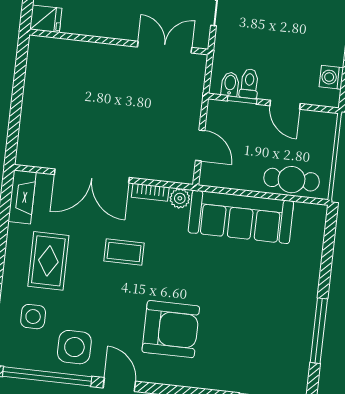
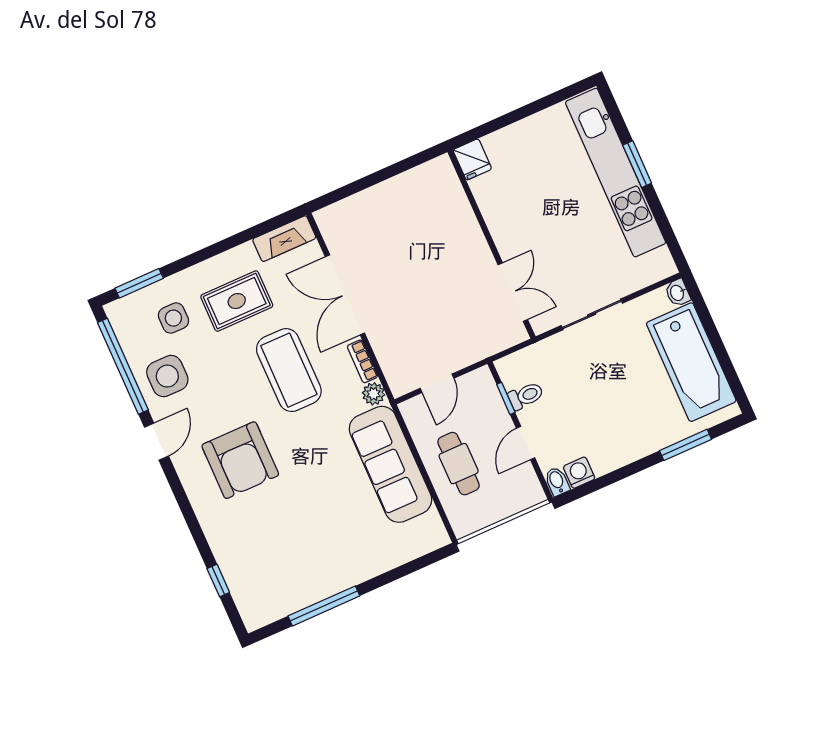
bidet: (230, 84) -> (557, 481), moved, turned -90
cafe table: (292, 180) -> (459, 464), moved
coffee table: (124, 252) -> (289, 370), width x1.86, depth x1.72

